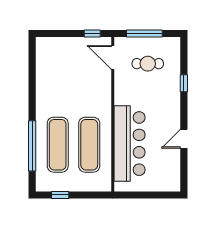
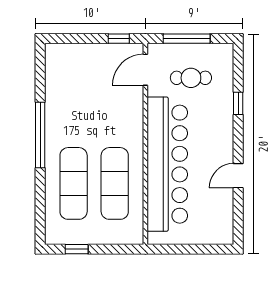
door: (113, 57) -> (145, 70), hinge flipped
bar counter: (130, 144) -> (167, 164), width x1.36
window: (32, 146) -> (40, 135), moved

